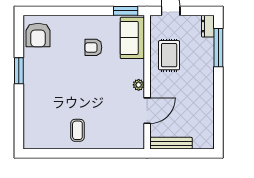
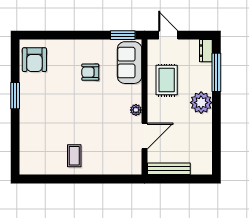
plant: (203, 78) -> (201, 103), added

